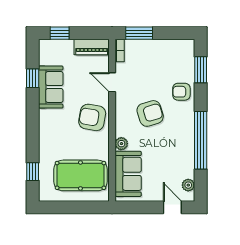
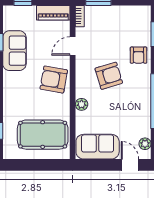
door: (112, 82) -> (73, 46), hinge flipped
armchair: (181, 92) -> (139, 55), turned -90
sofa: (128, 174) -> (98, 147), moved, turned -90

